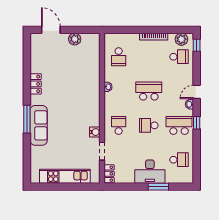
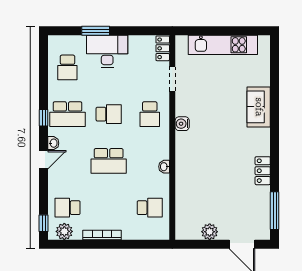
school desk: (119, 57) -> (150, 208), turned 90
window: (27, 119) -> (275, 211), moved
sofa: (39, 125) -> (259, 107), width x0.73
water cooler: (95, 132) -> (182, 124), moved
school desk: (179, 160) -> (67, 67), turned -90

